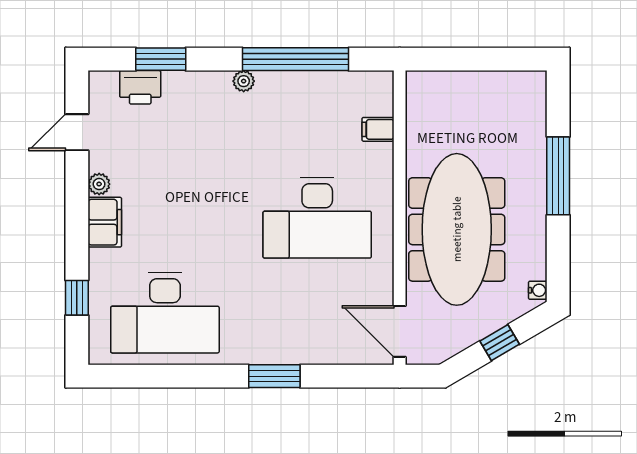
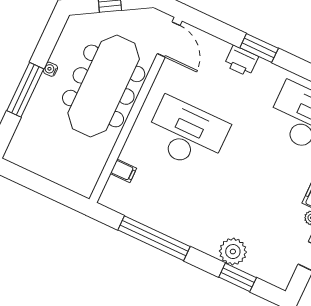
plant: (244, 81) -> (233, 252), moved, width x1.88, depth x1.88
printer: (140, 87) -> (241, 61), moved, turned 180
water cooler: (538, 290) -> (50, 69), moved

